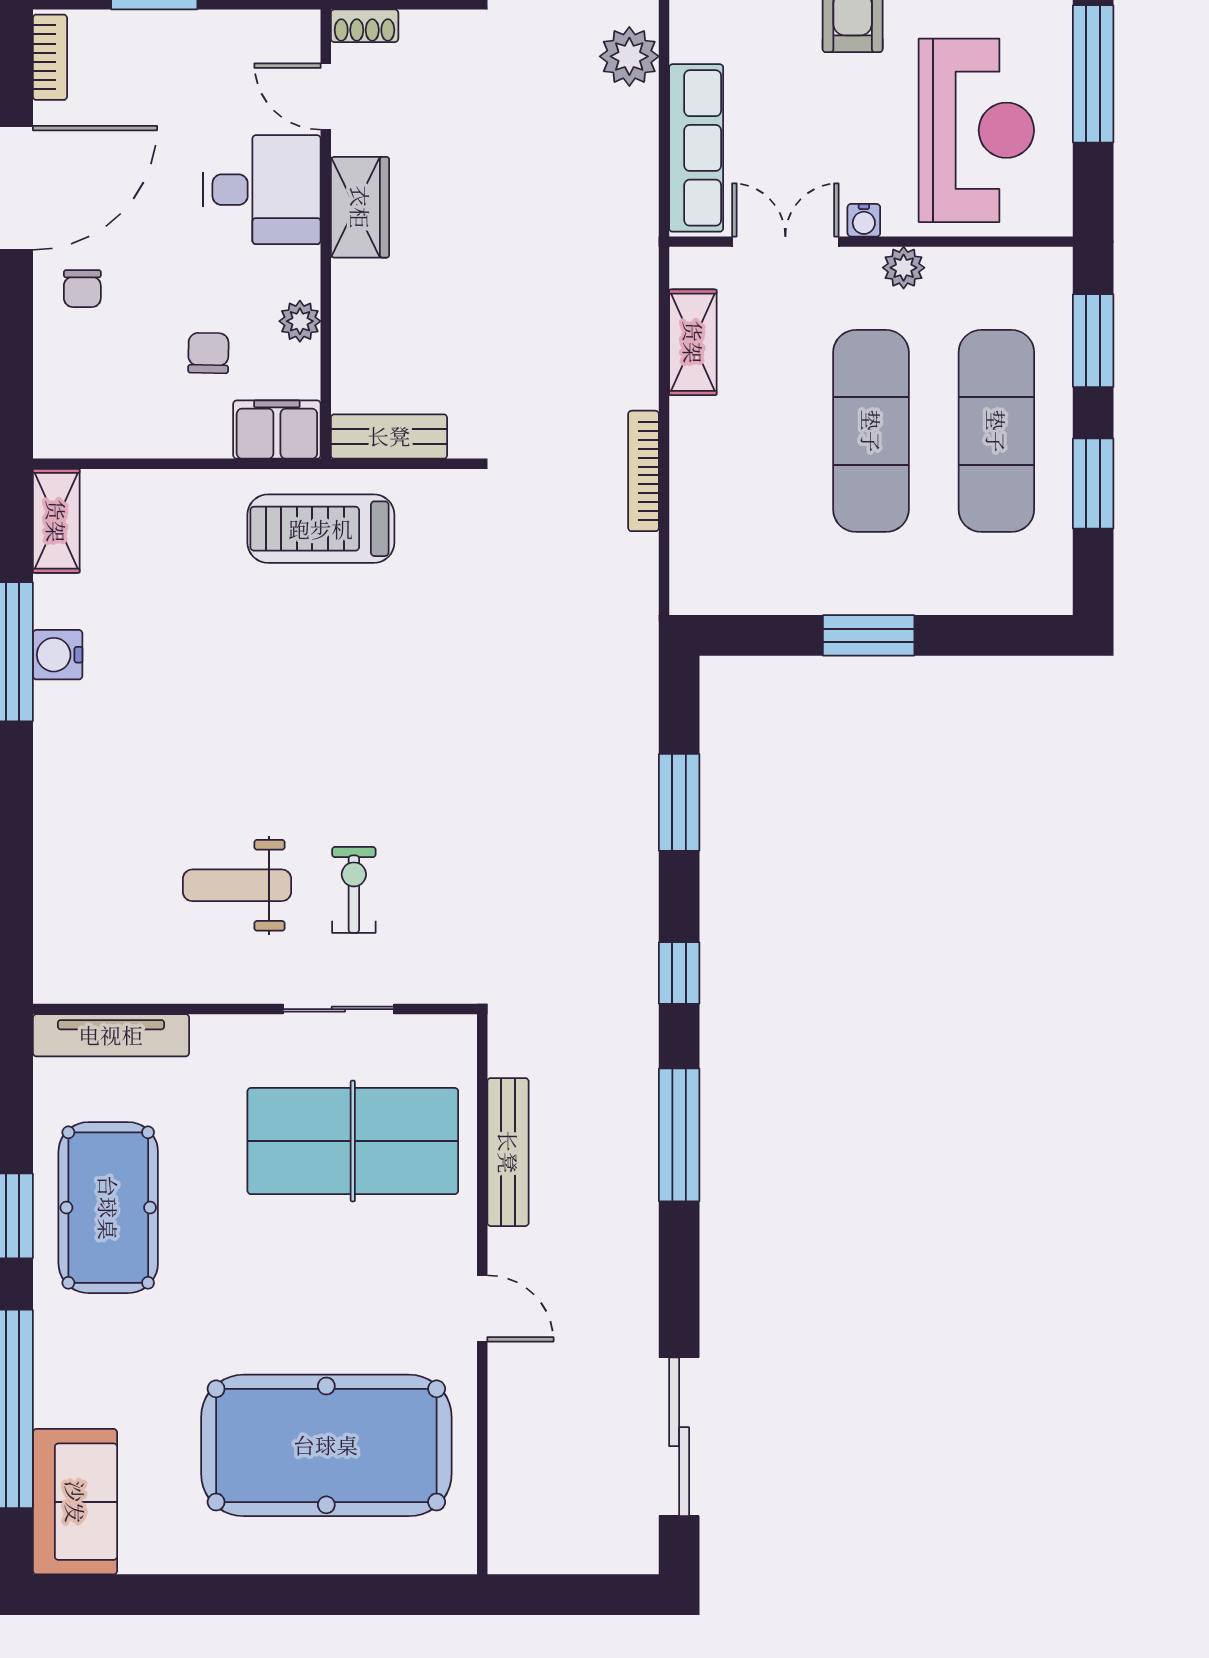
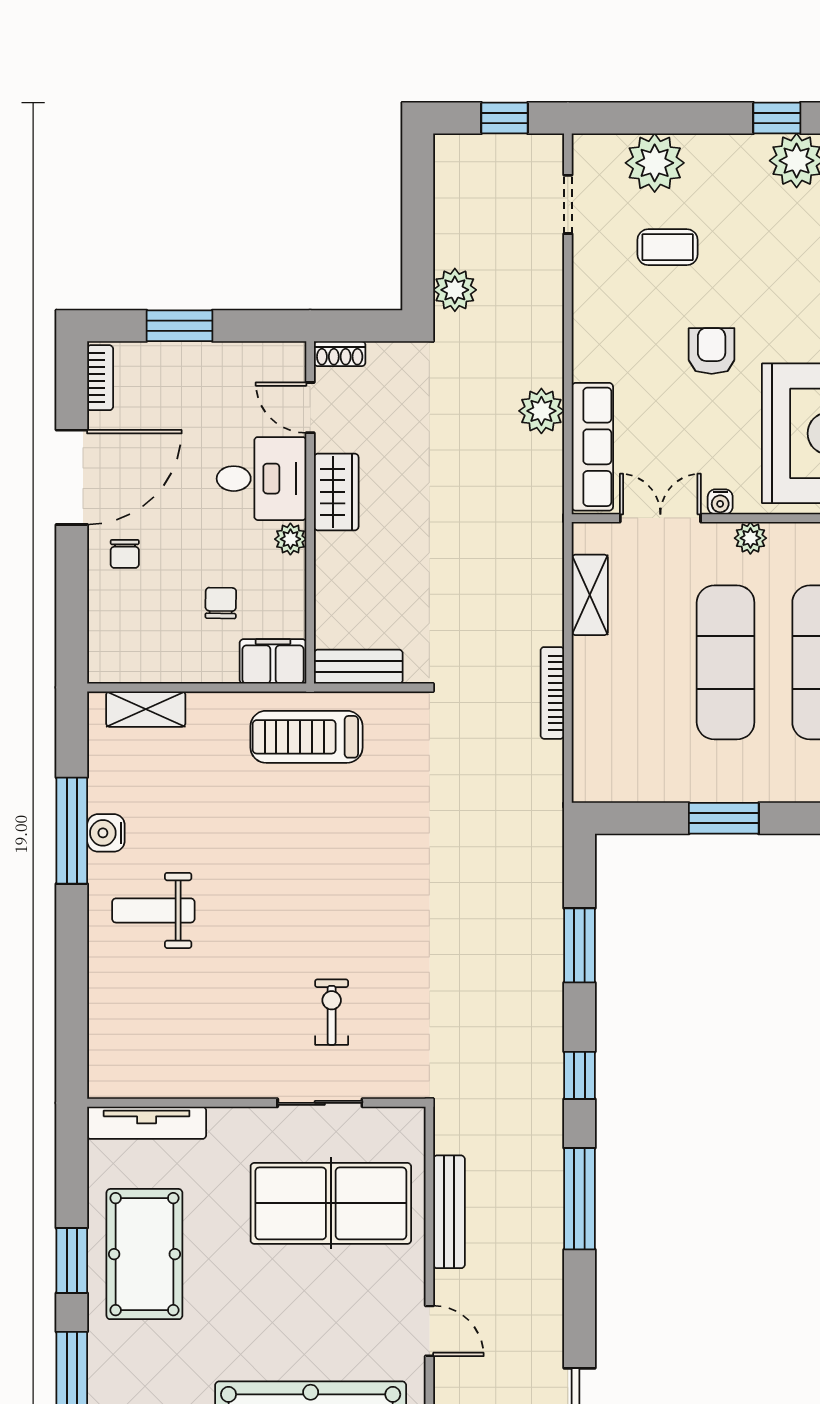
plant: (629, 56) -> (541, 411), moved
plant: (300, 321) -> (290, 539), moved
shelving: (56, 521) -> (146, 709), moved, turned 90
weight bench: (237, 885) -> (153, 910), moved

